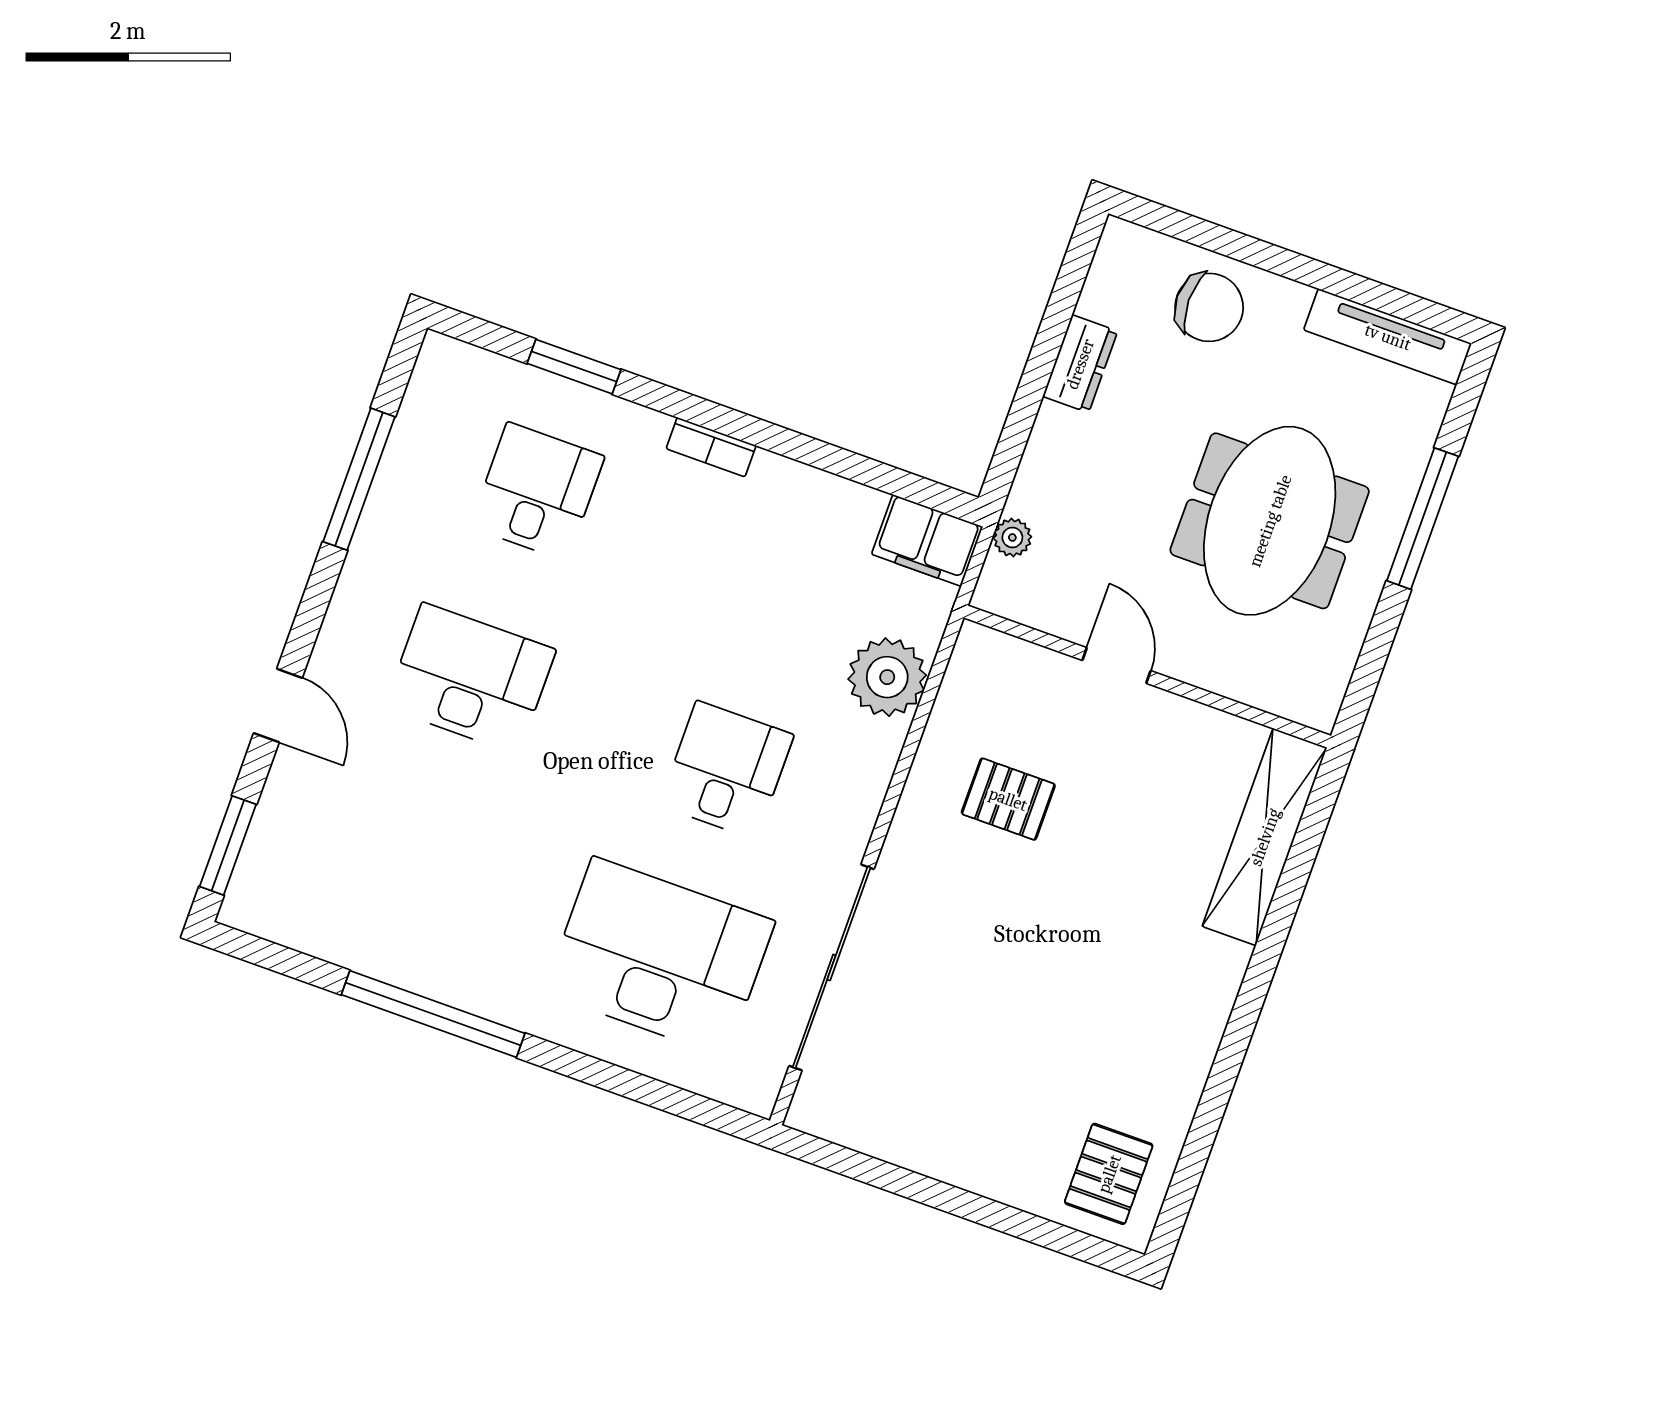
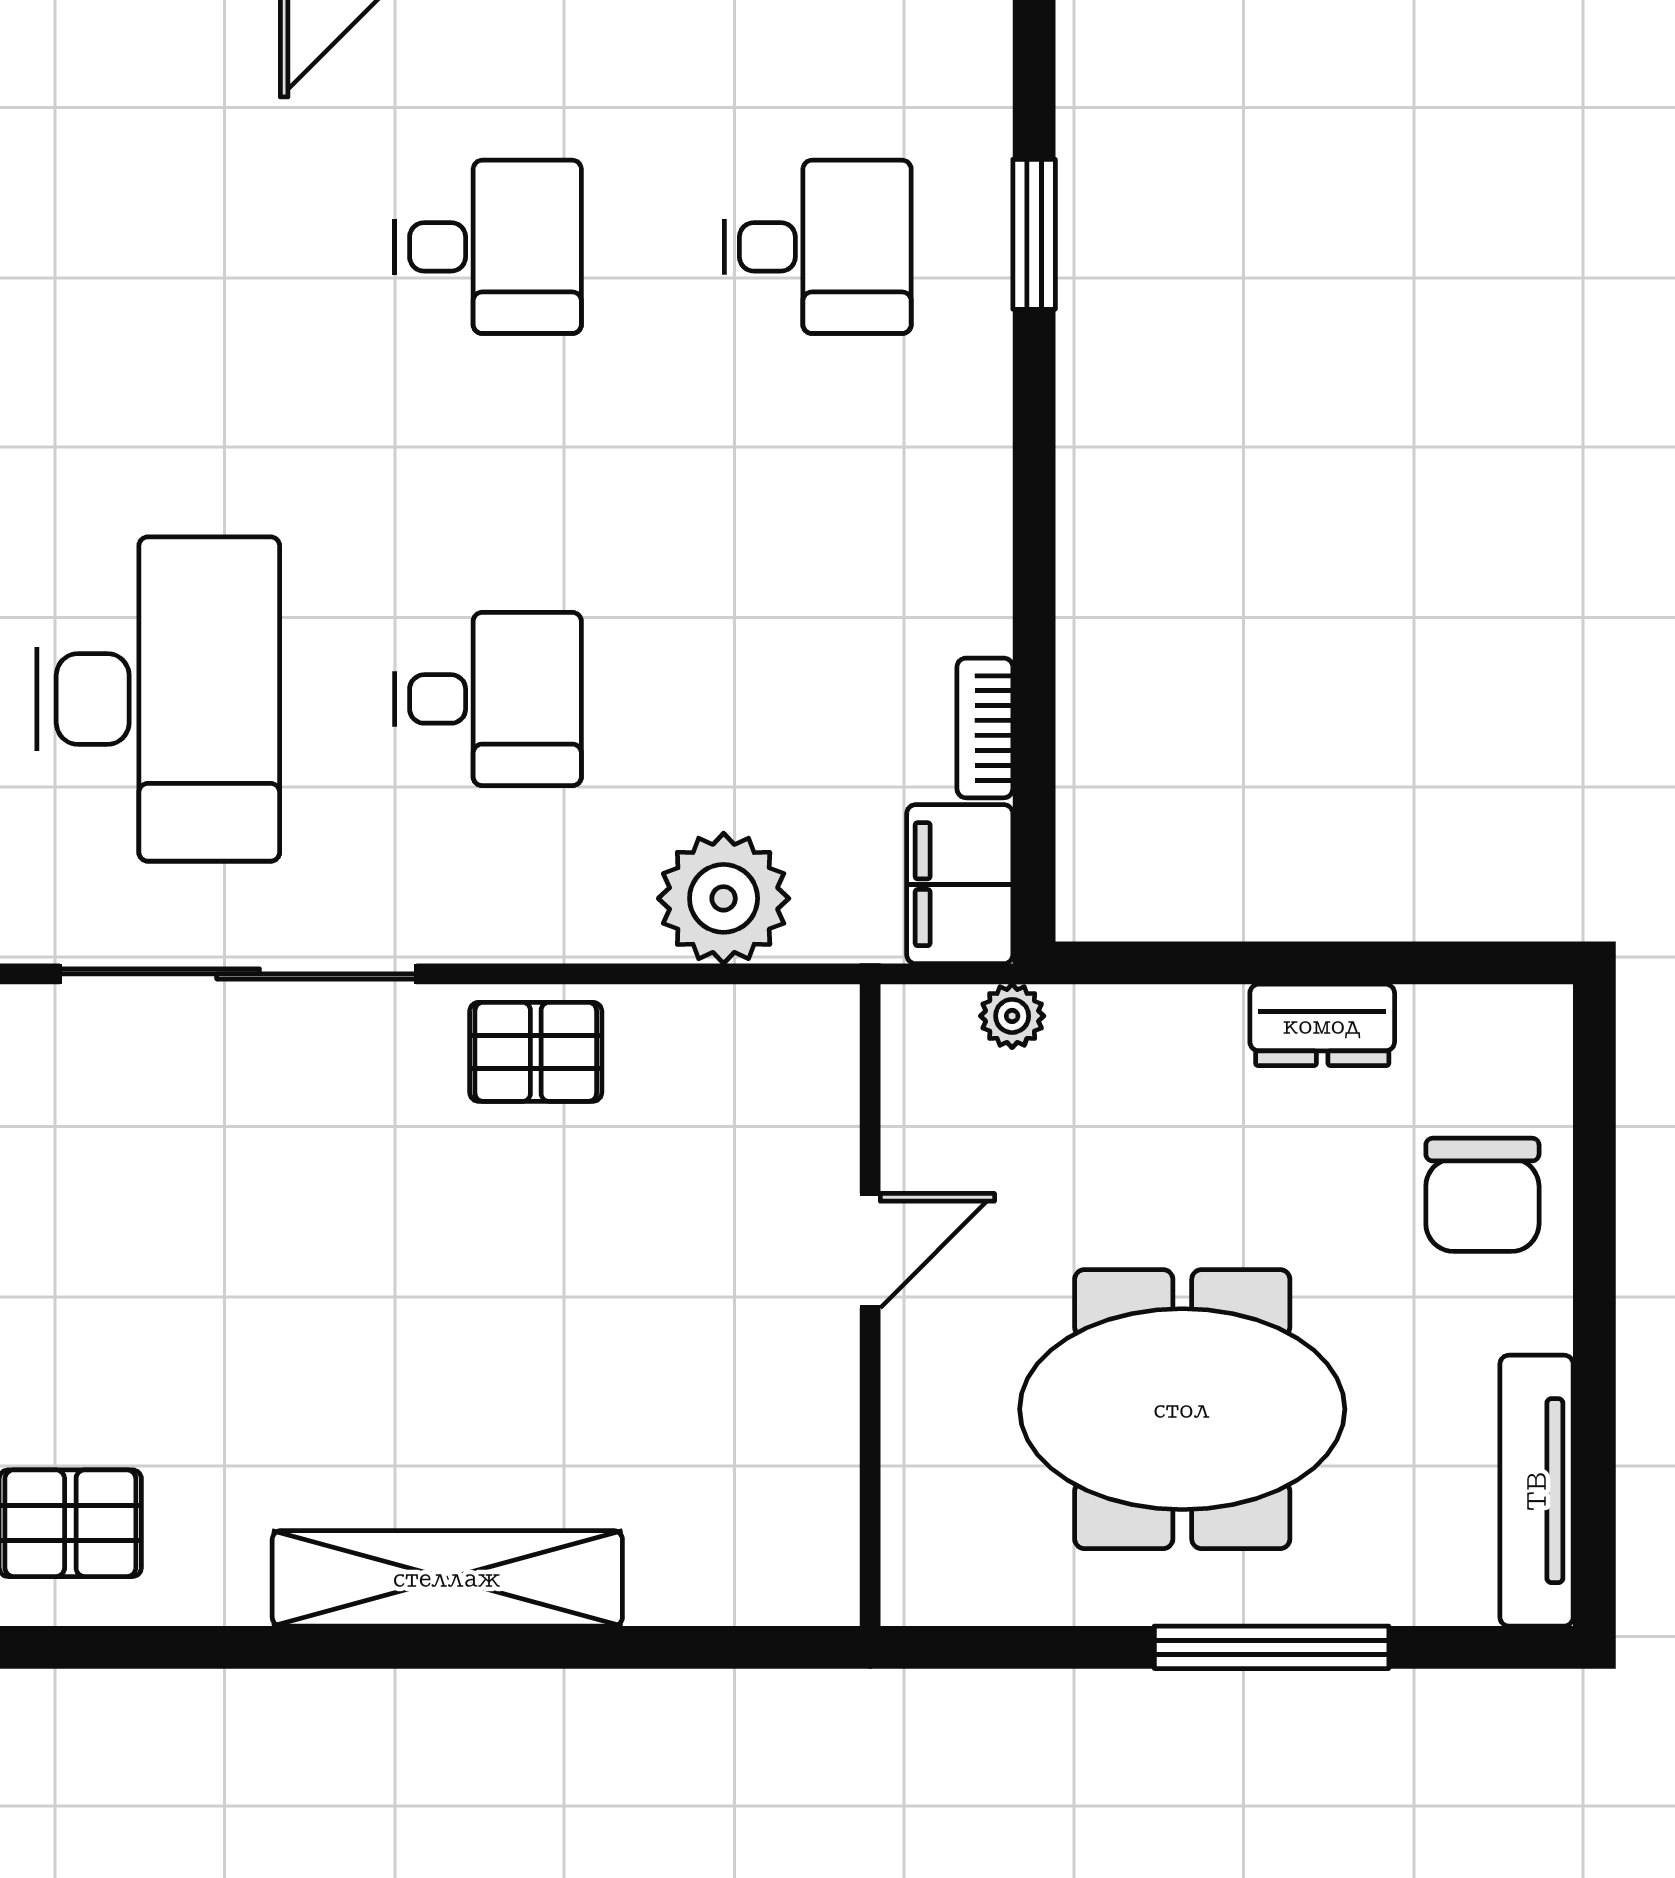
bookcase: (711, 447) -> (985, 728), moved
desk: (470, 678) -> (488, 247), width x0.73
pallet: (1008, 799) -> (536, 1052), moved, turned 90
shelving: (1265, 837) -> (447, 1578), moved

